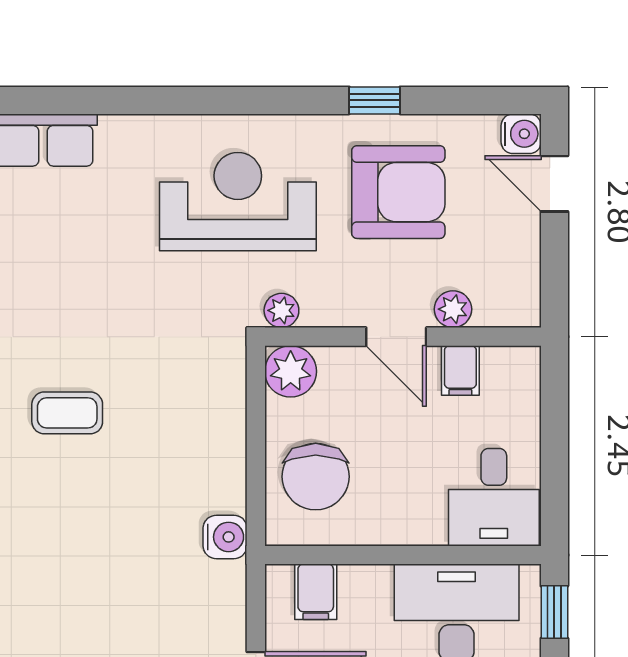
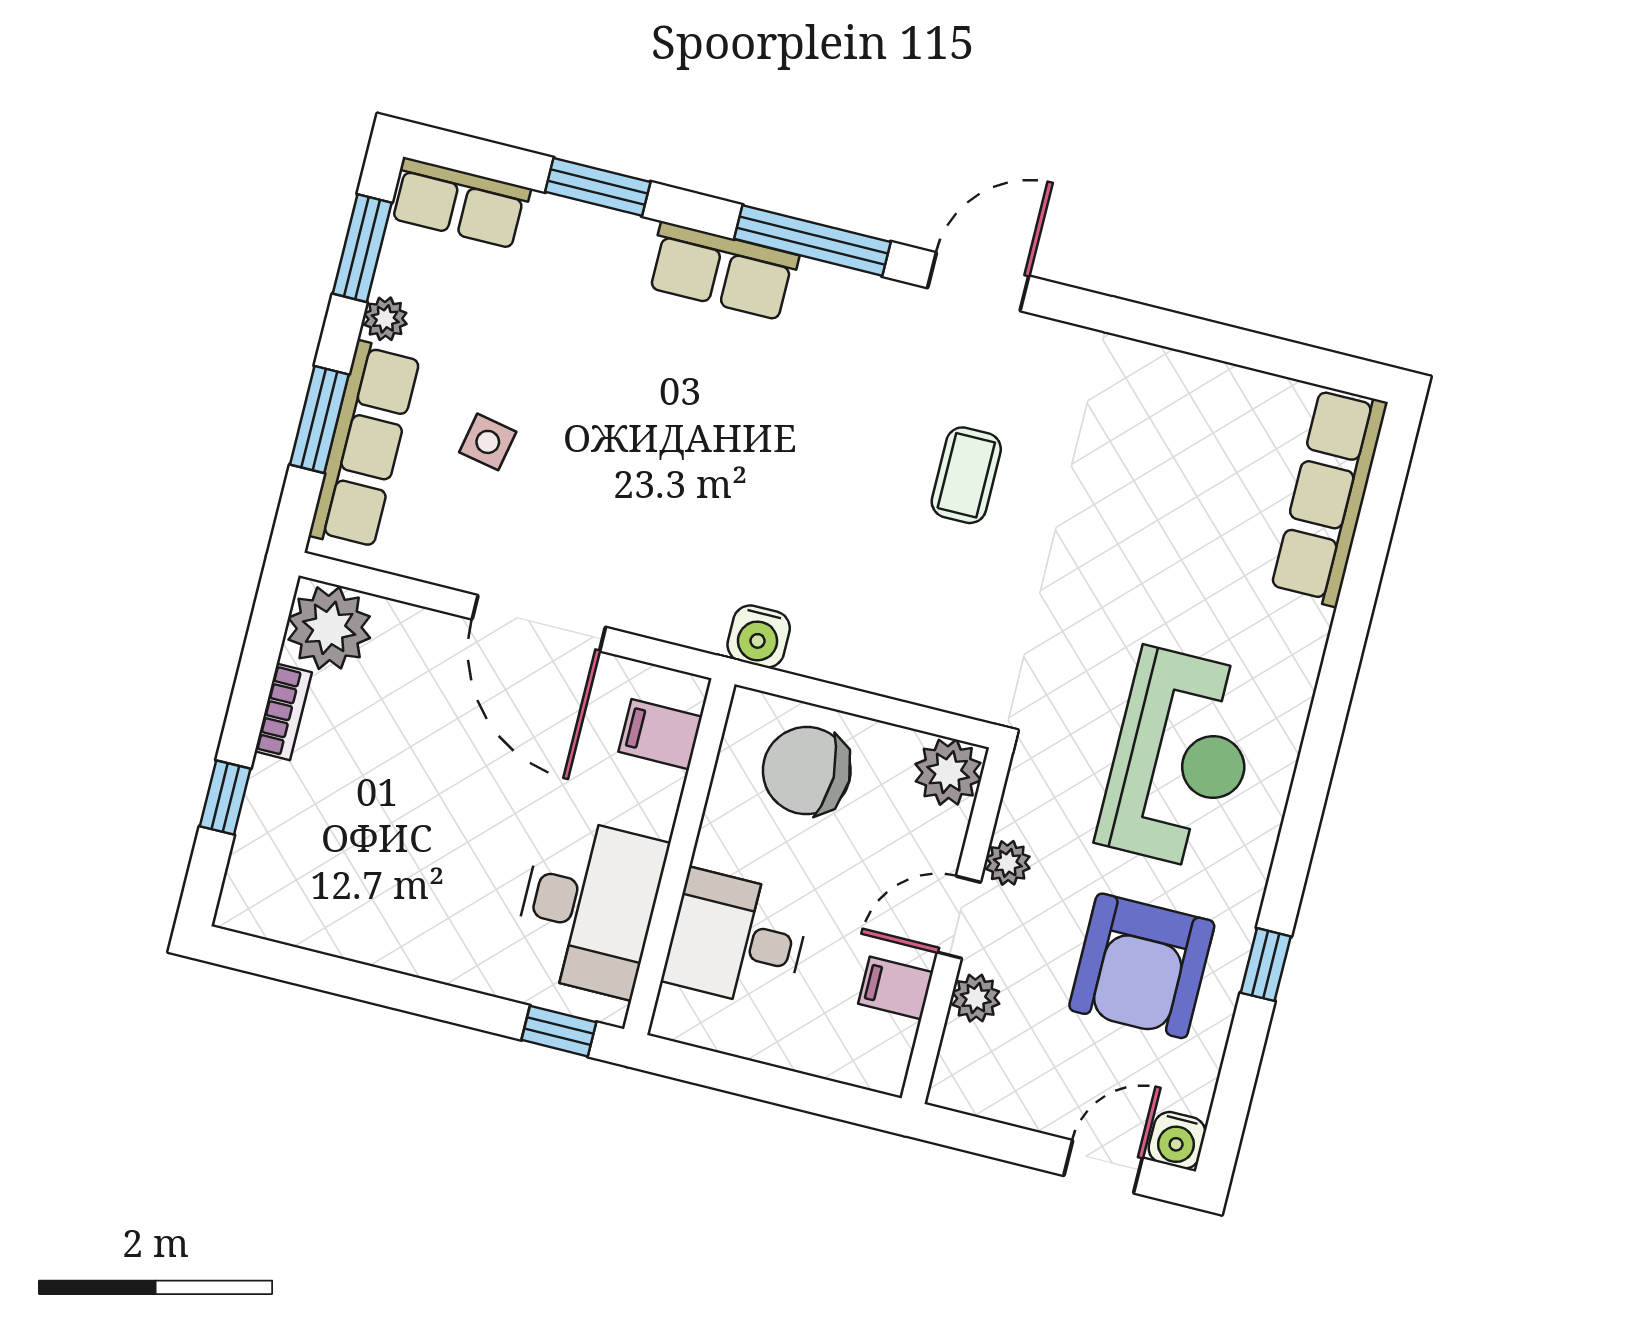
plant: (281, 310) -> (1008, 863), moved
desk: (494, 497) -> (737, 939), moved

